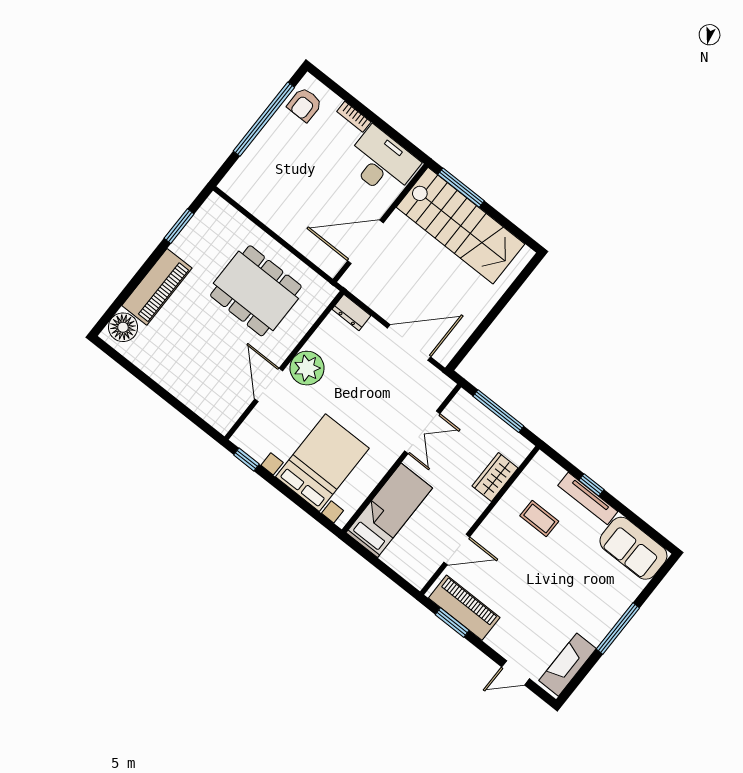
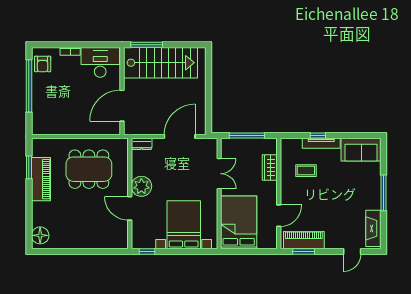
piano: (157, 287) -> (41, 179), moved
bed: (389, 510) -> (239, 222), width x1.50

